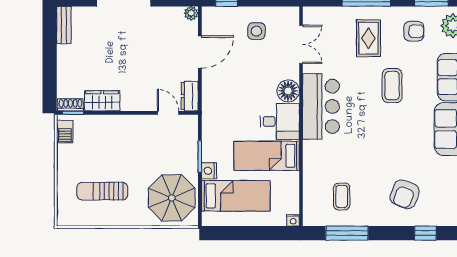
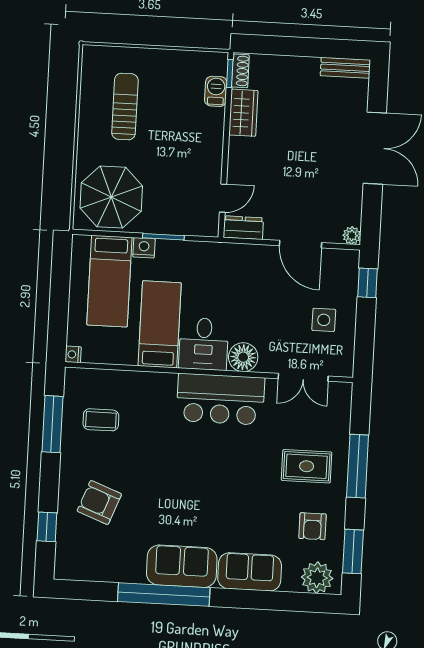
coffee table: (392, 86) -> (243, 494), removed
barbecue: (65, 132) -> (216, 91), moved, turned 90

